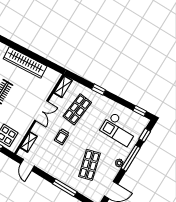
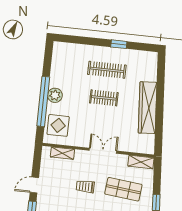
double door: (41, 111) -> (103, 151), swing flipped
door: (27, 165) -> (34, 185), moved

